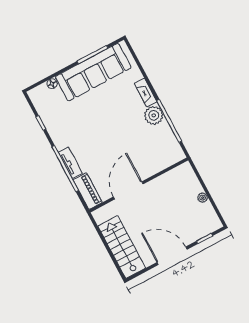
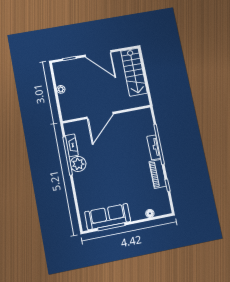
sofa: (93, 72) -> (108, 217), width x0.74, depth x0.79
fireplace: (146, 93) -> (72, 145), moved
door: (128, 190) -> (100, 115), moved
piano: (88, 191) -> (158, 174), moved

